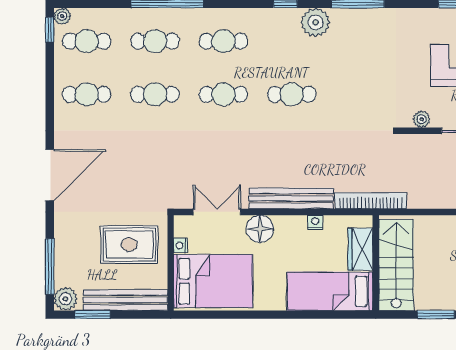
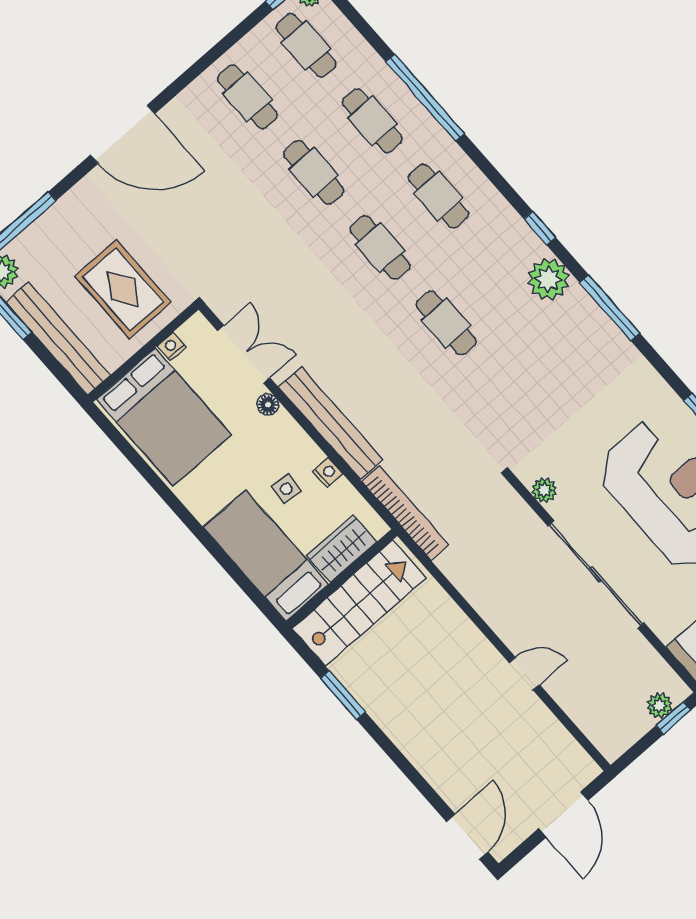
floor lamp: (260, 229) -> (268, 405), width x0.53, depth x0.53
side table: (305, 251) -> (286, 489), added

